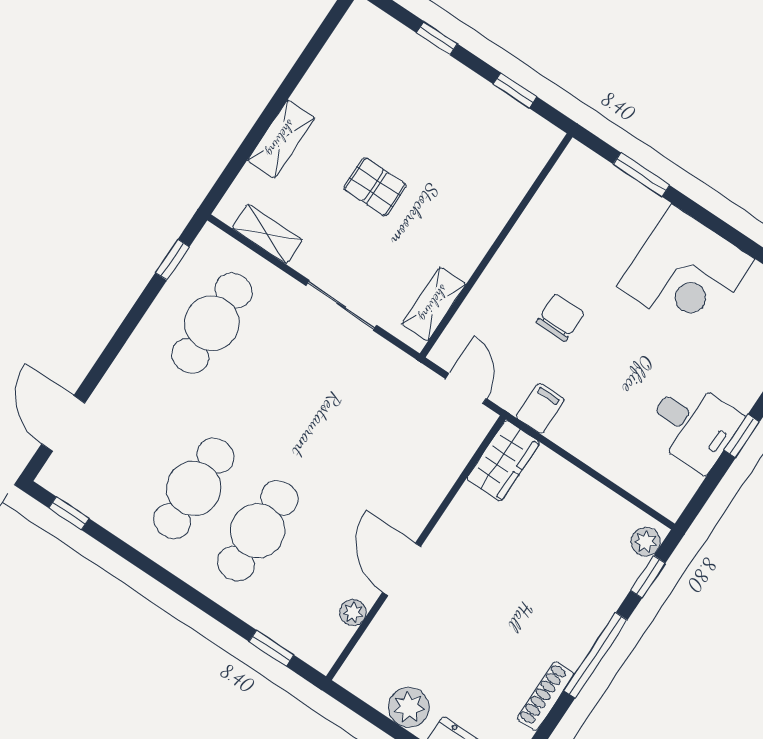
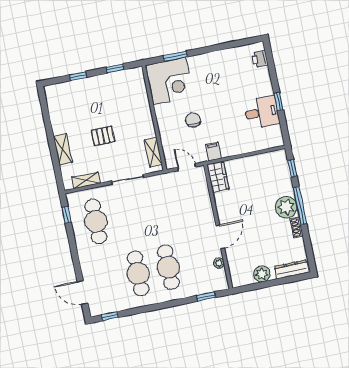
corner desk: (686, 273) -> (170, 81), moved
plant: (646, 542) -> (286, 207), moved, width x1.87, depth x1.87
door: (402, 569) -> (220, 237), swing flipped
shoe rack: (546, 696) -> (297, 227), width x0.70

